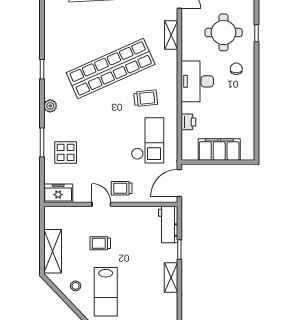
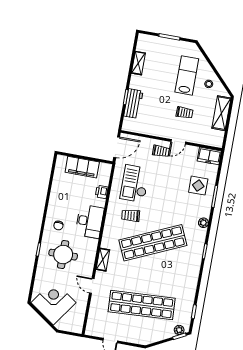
door: (101, 204) -> (178, 142), hinge flipped
workbench: (168, 225) -> (133, 104), moved
shelving: (171, 277) -> (138, 63), moved

